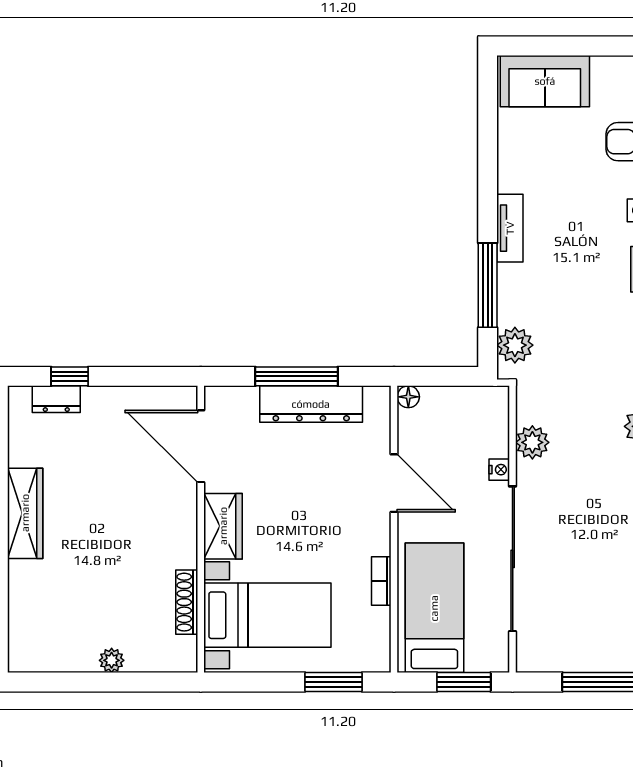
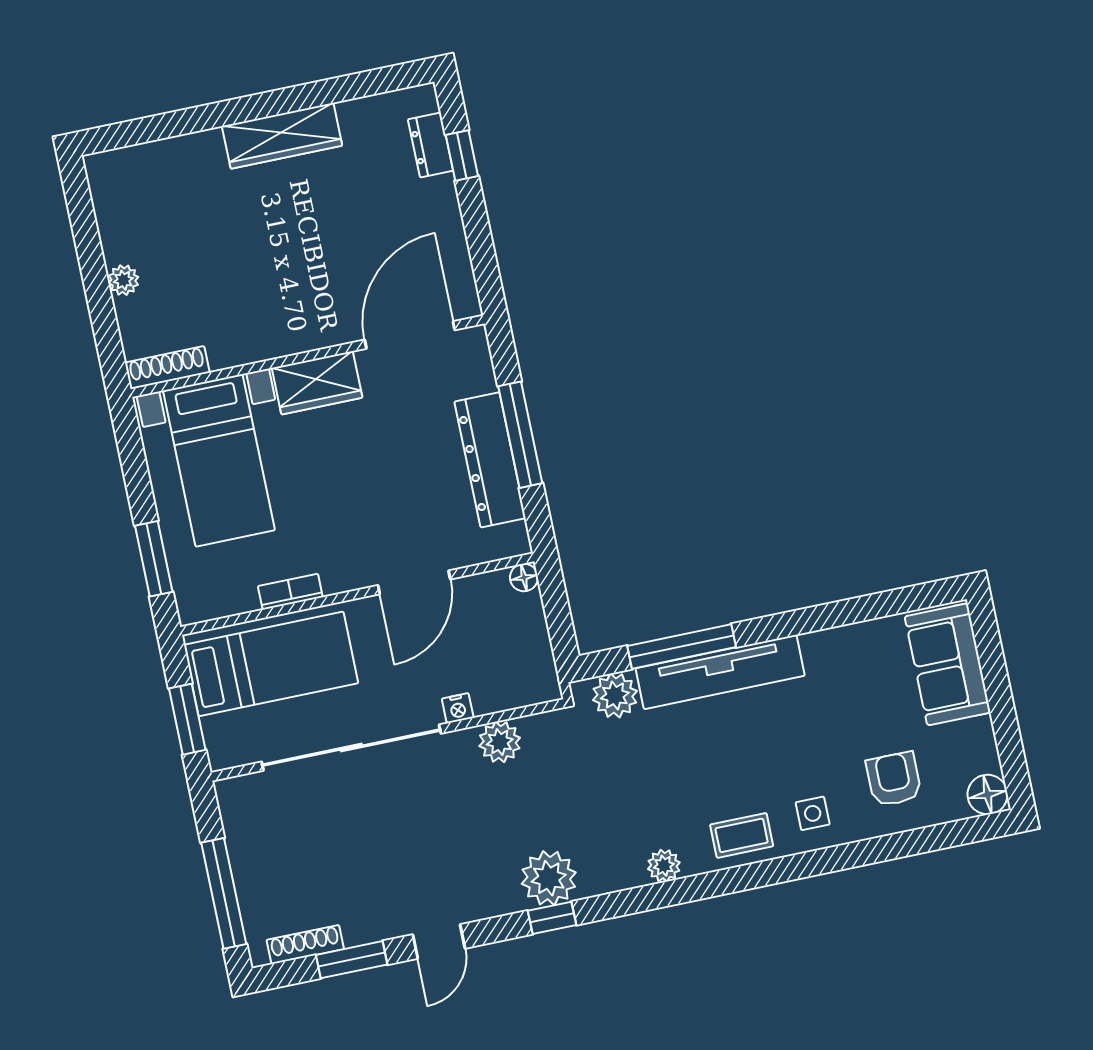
tv unit: (510, 228) -> (720, 672), width x1.92, depth x1.29
shoe rack: (187, 602) -> (167, 368), moved

